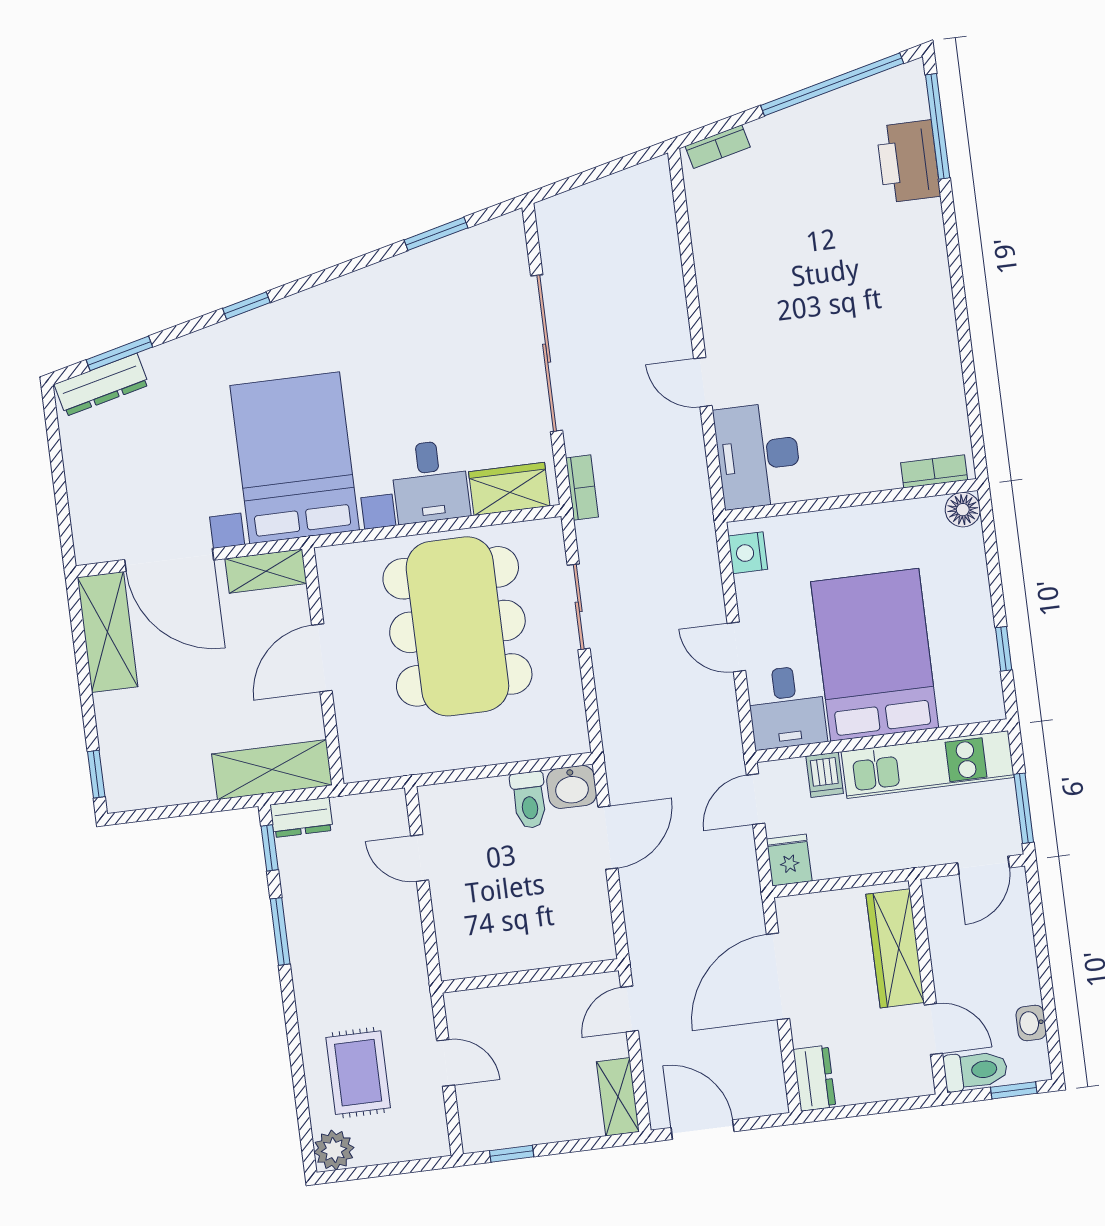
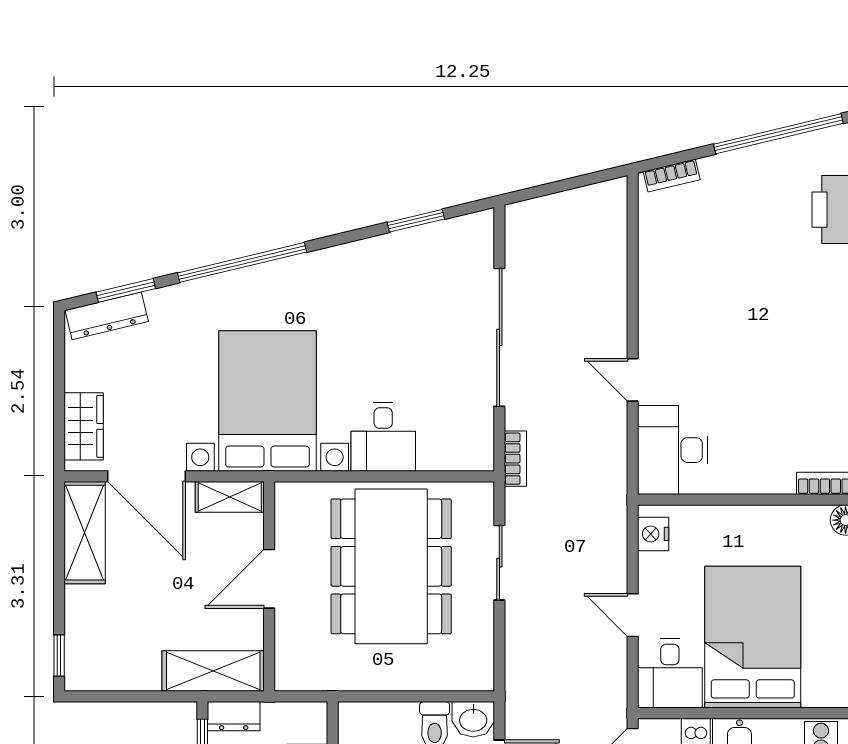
window: (246, 305) -> (242, 262), width x3.17
wardrobe: (509, 489) -> (84, 426), moved, turned 90

